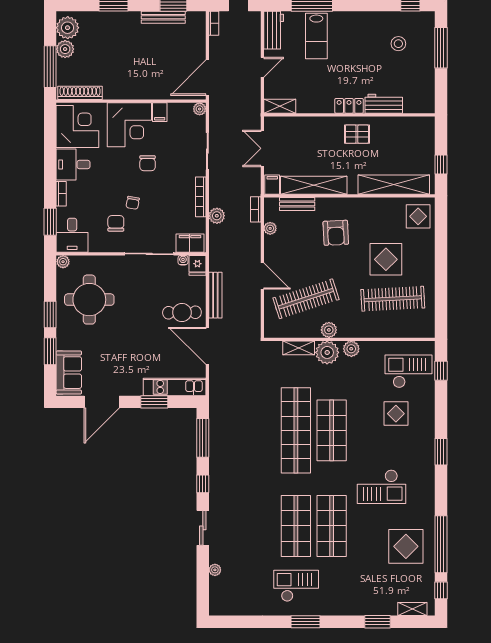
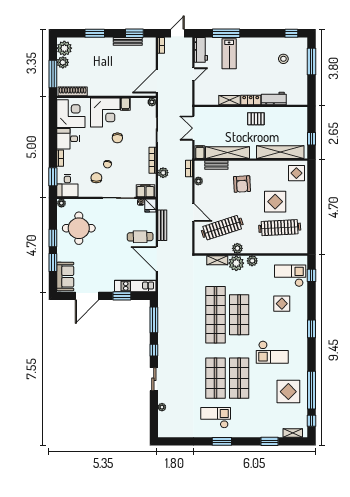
shelving: (280, 106) -> (230, 100), moved

